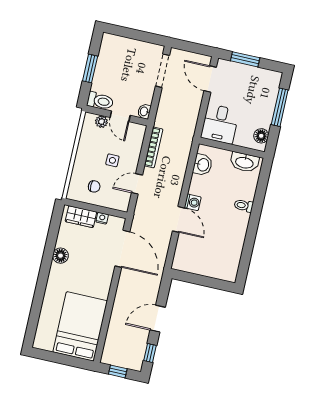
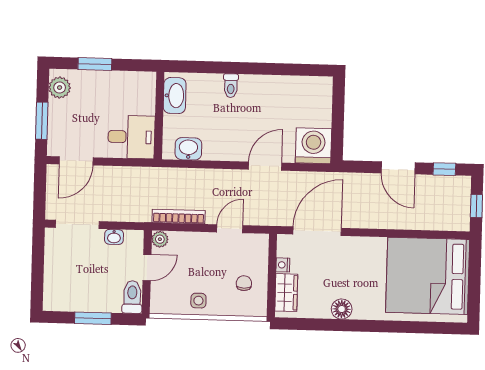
plant: (267, 77) -> (60, 88), added
window: (280, 107) -> (95, 64), width x0.69
washbasin: (144, 111) -> (114, 237), moved
plant: (101, 122) -> (160, 239), moved
floor lamp: (261, 136) -> (136, 81), removed
side table: (112, 160) -> (198, 301), moved
door: (137, 184) -> (230, 229), swing flipped
washing machine: (193, 202) -> (313, 146), moved, width x1.89, depth x1.89
bed: (80, 326) -> (428, 276), width x1.36

